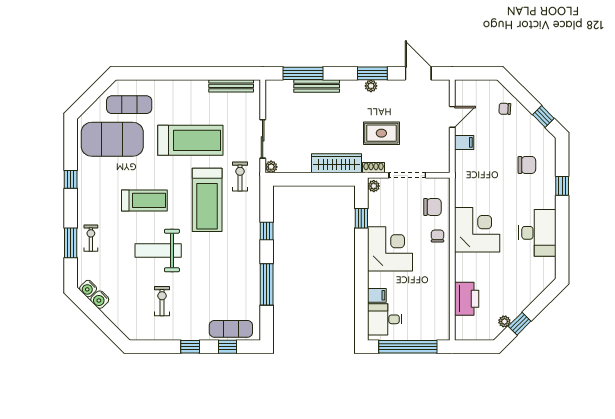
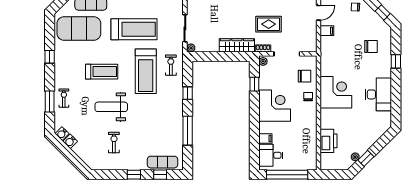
exercise bike: (240, 177) -> (171, 65), moved

